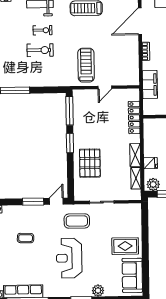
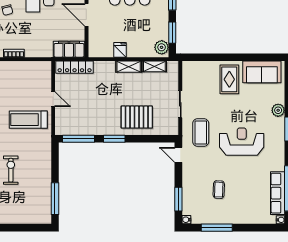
filing cabinet: (150, 85) -> (69, 49), moved
locker: (134, 117) -> (75, 67), moved
fridge: (151, 163) -> (120, 50), moved
window: (33, 202) -> (178, 199), moved
reception desk: (69, 258) -> (242, 142), turned 180

